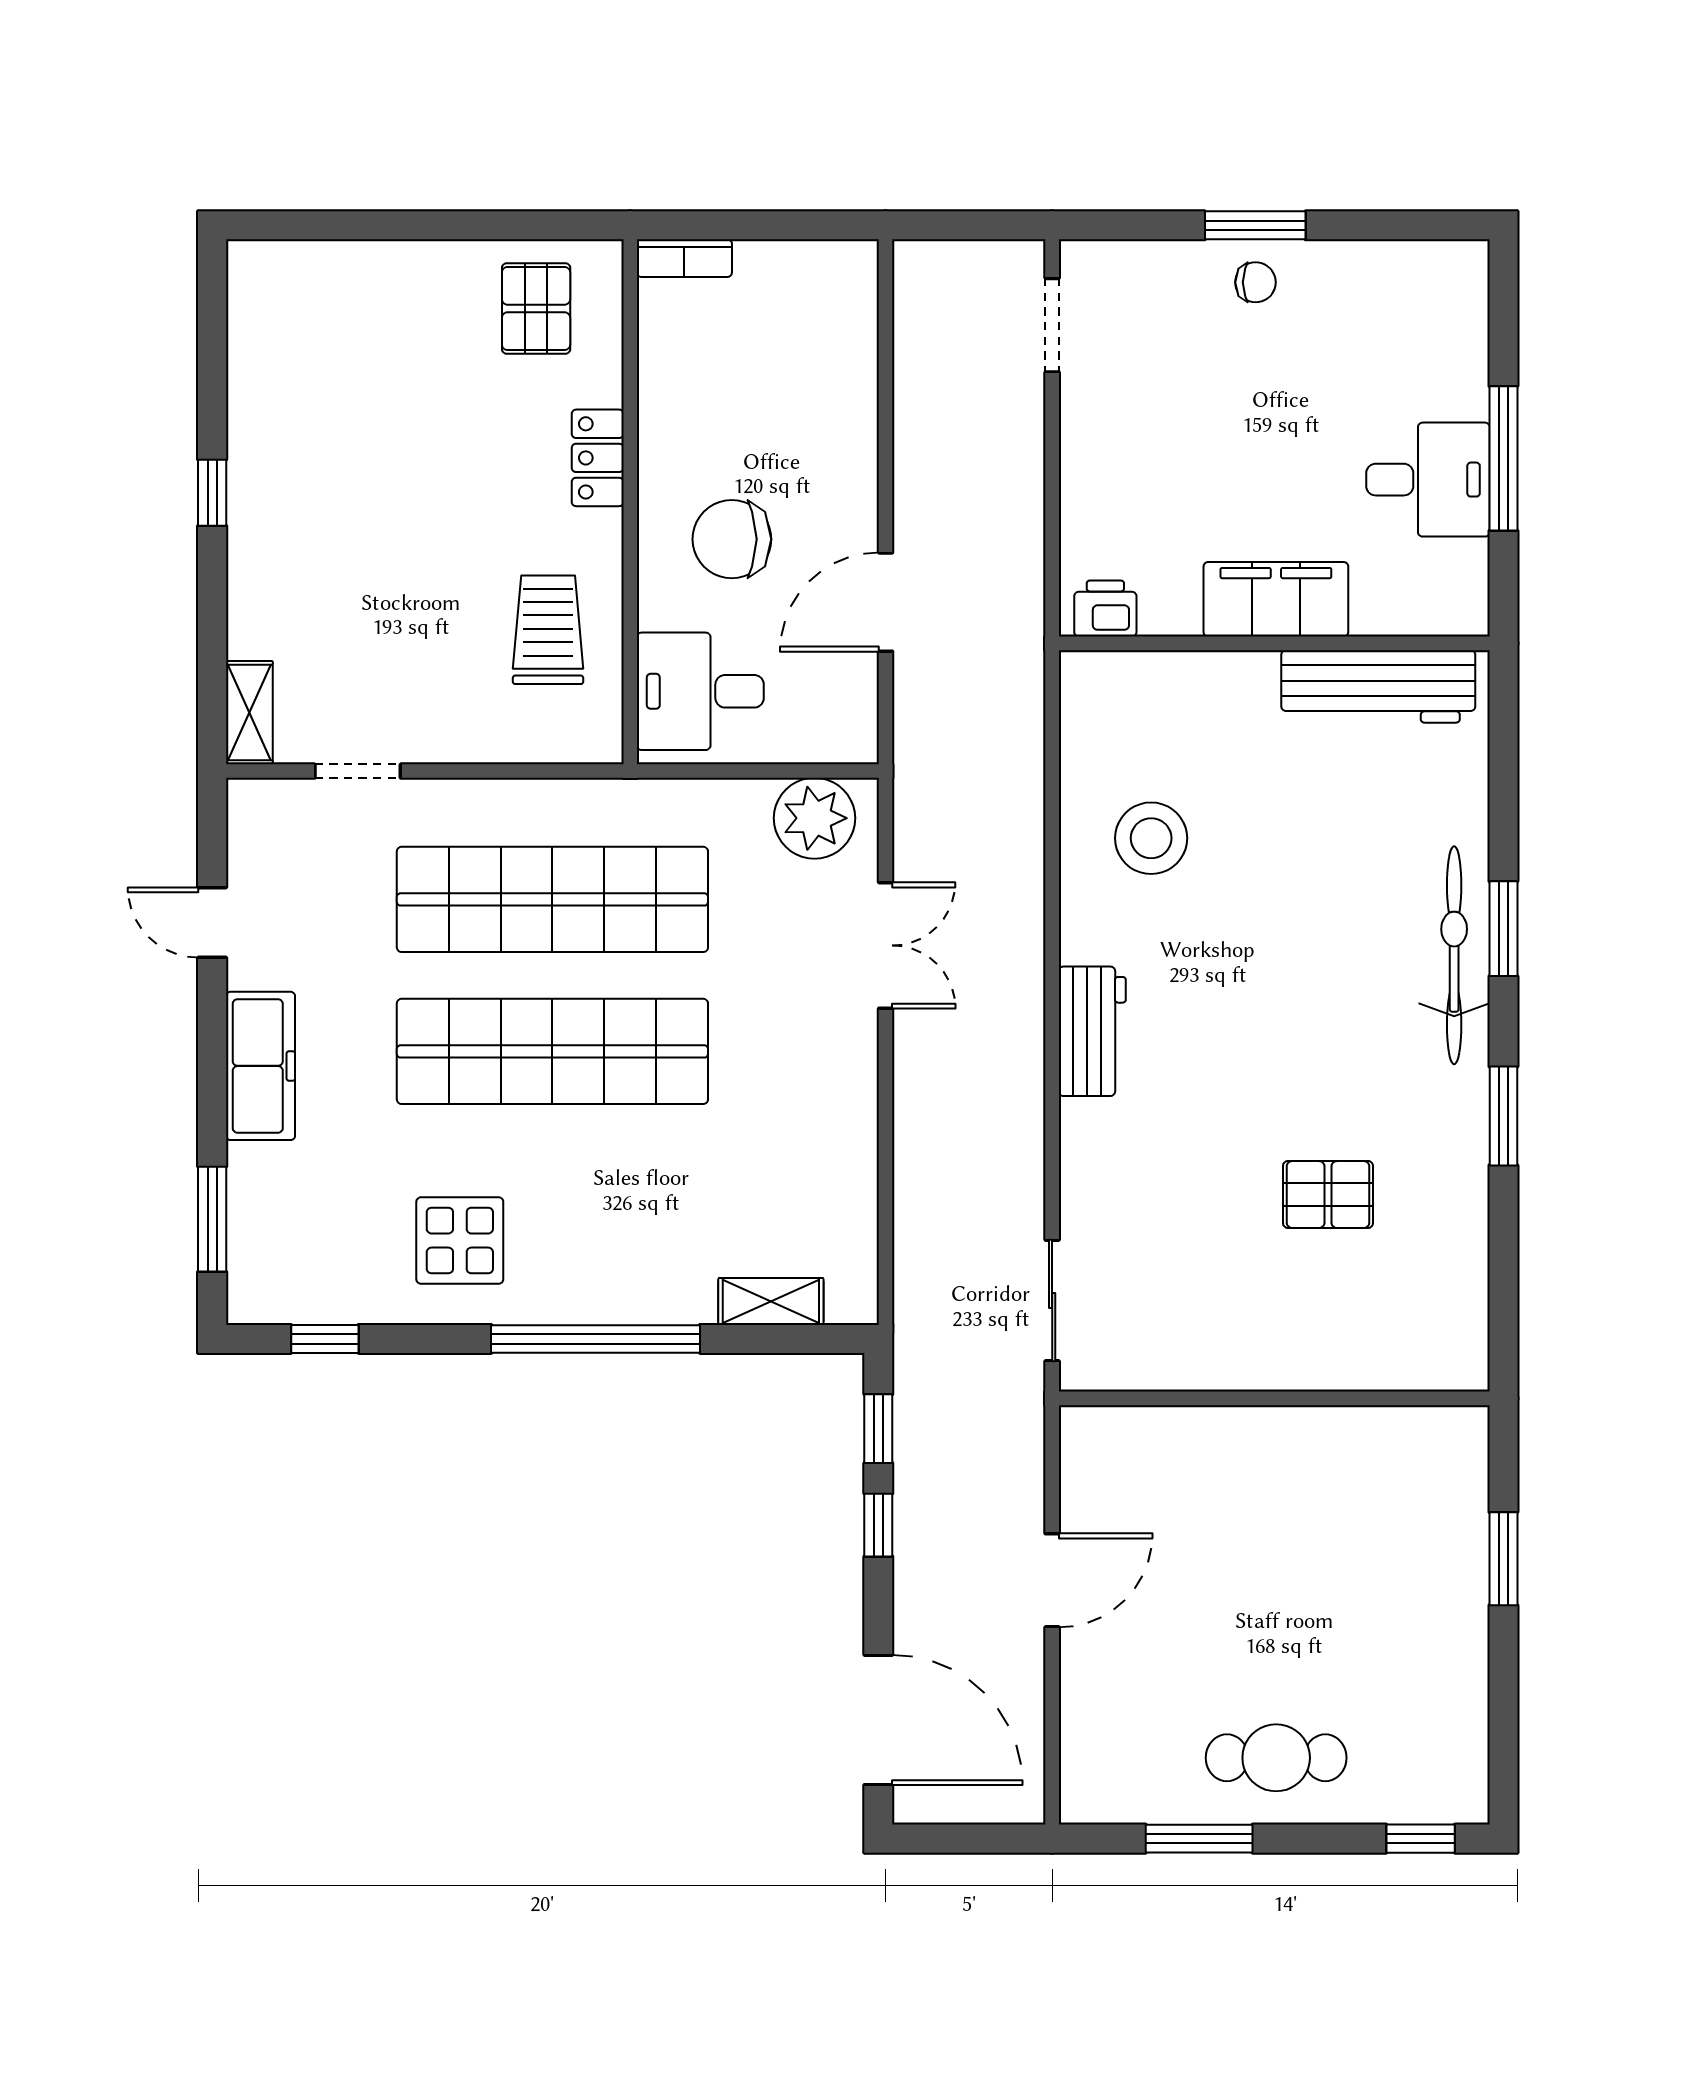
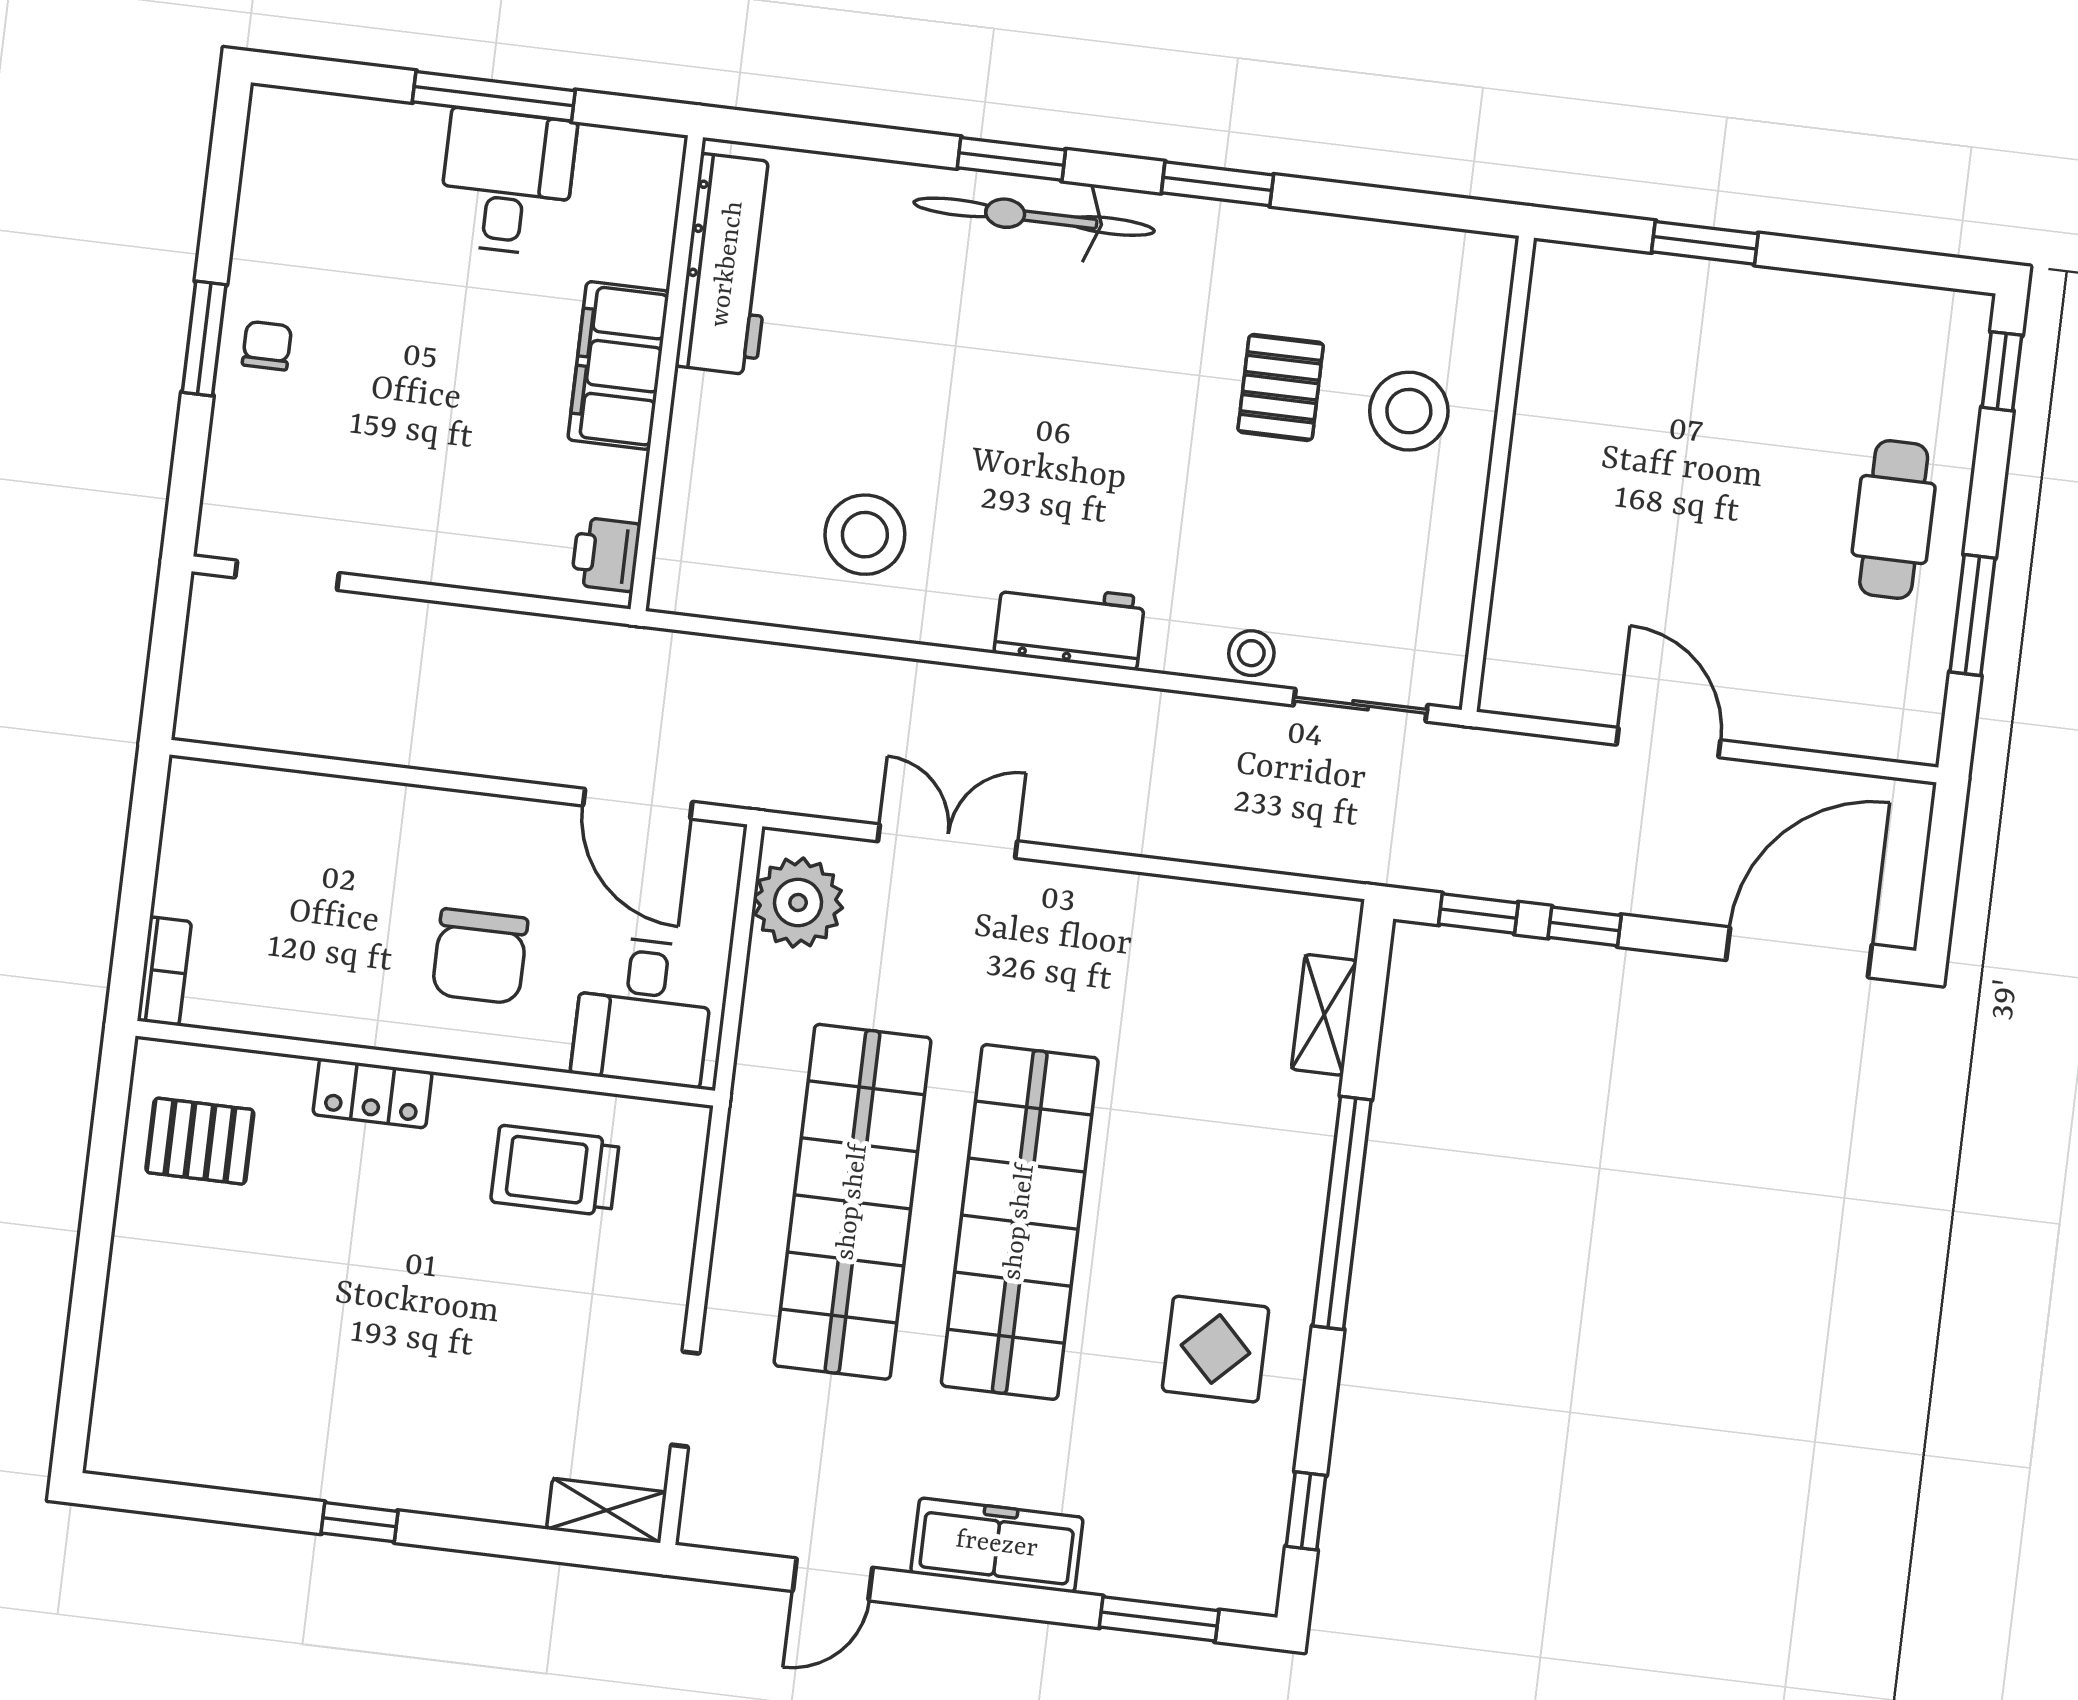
door: (886, 602) -> (638, 804), moved
stool: (1087, 1197) -> (1251, 653), added
stool: (1321, 1312) -> (1409, 411), added

